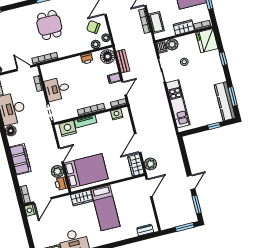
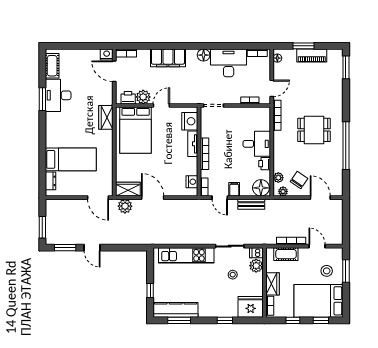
desk: (57, 89) -> (257, 144), moved, turned 90
door: (61, 155) -> (161, 106), swing flipped
bed: (105, 208) -> (71, 159), moved, turned 180

